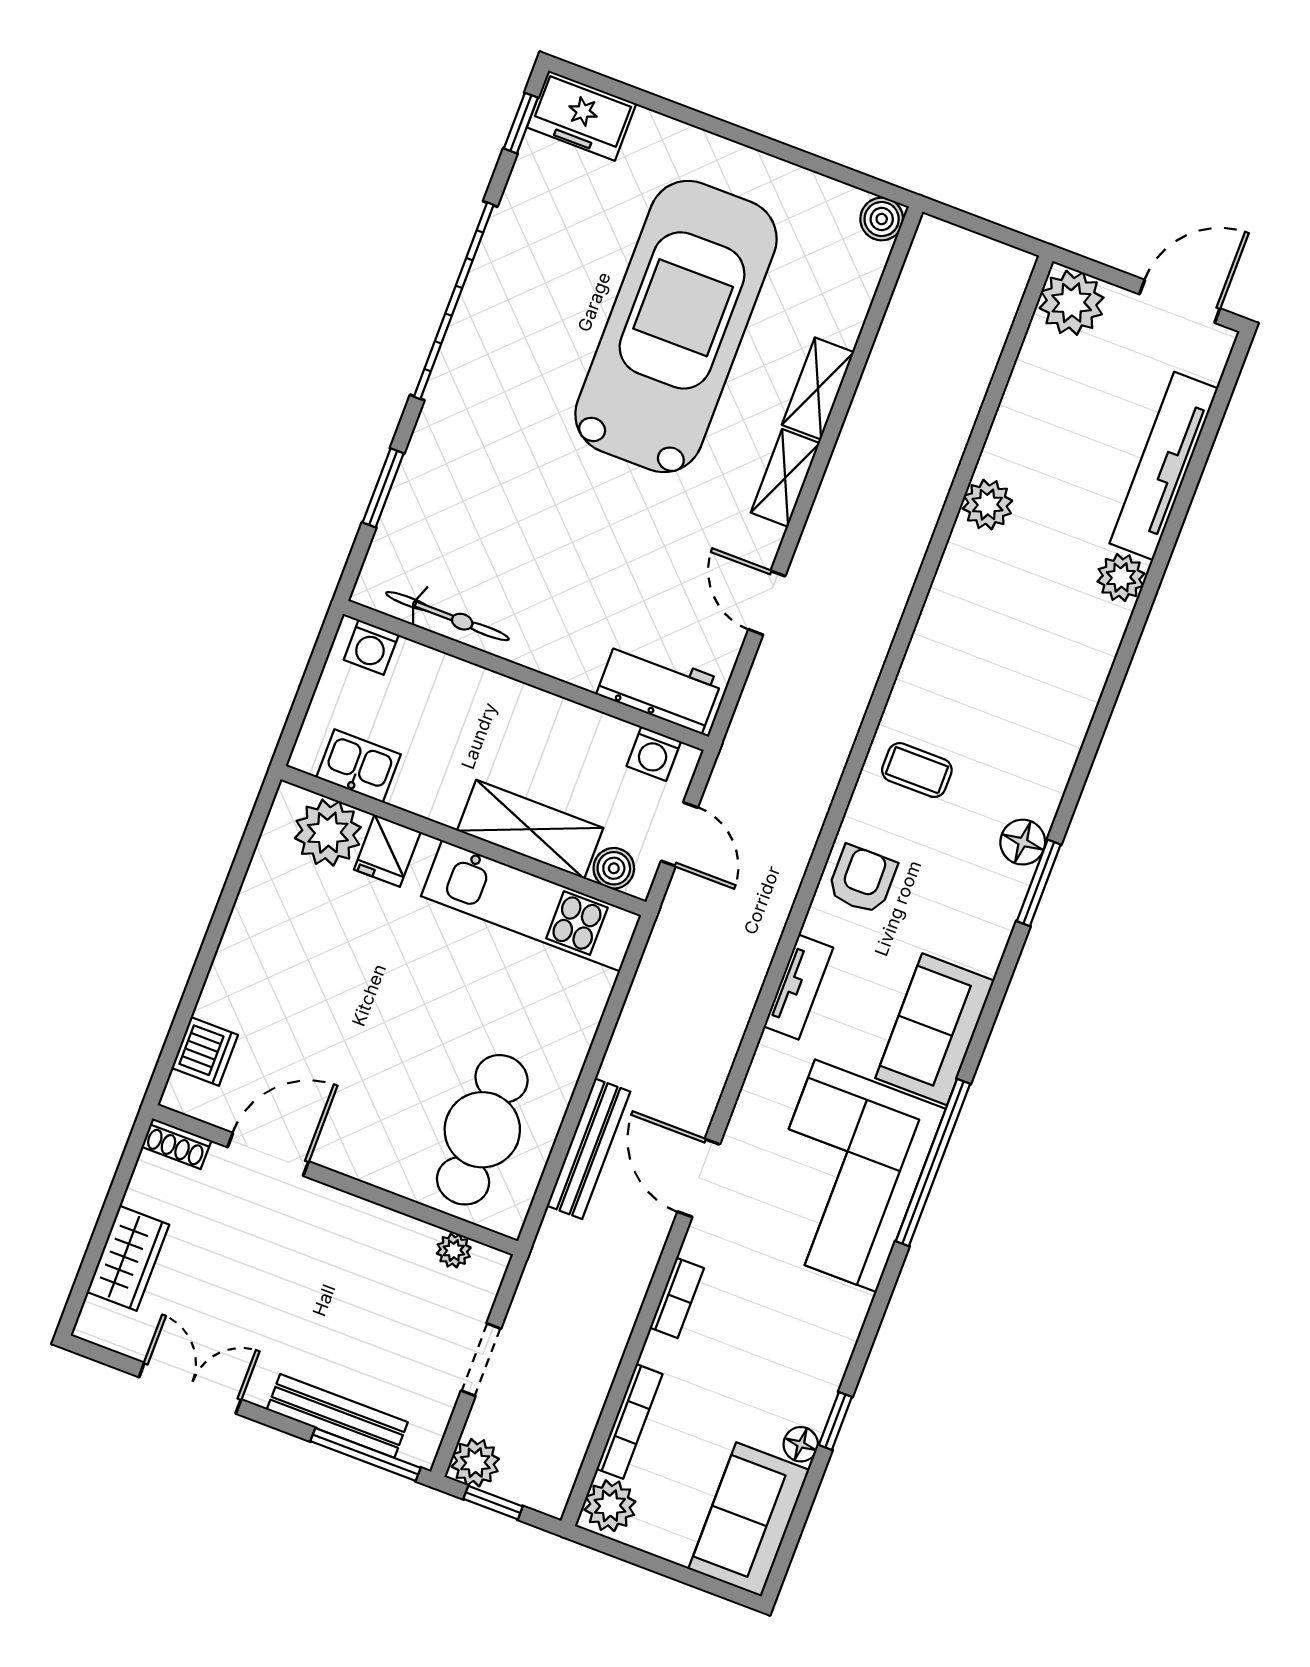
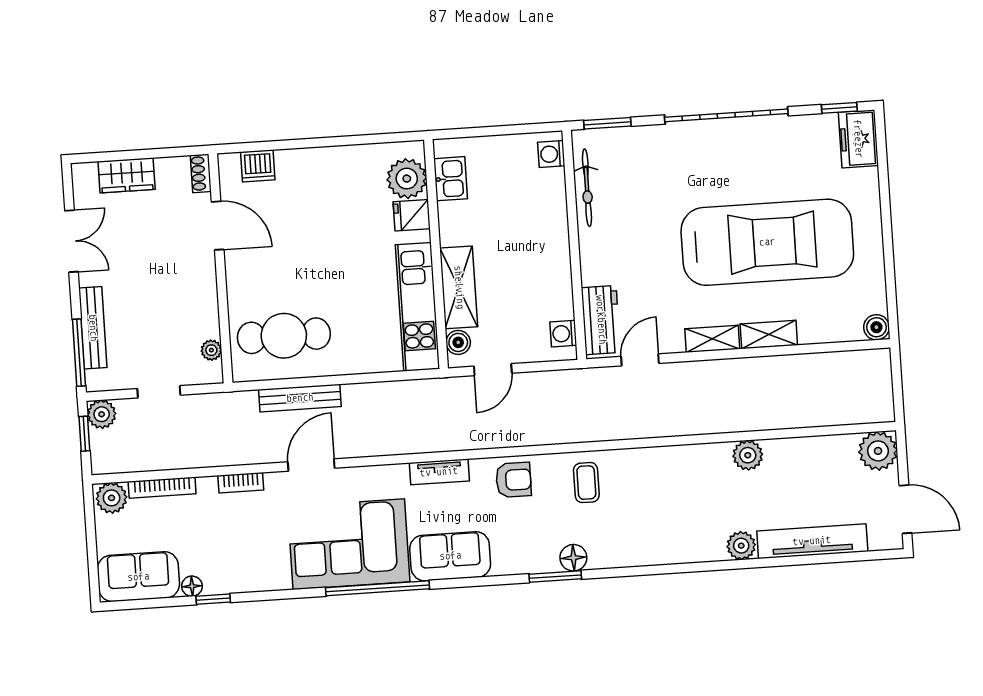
bicycle: (447, 616) -> (587, 188), moved
washing machine: (371, 647) -> (551, 154), moved
wall: (526, 675) -> (574, 245), moved
workbench: (659, 687) -> (601, 320), moved
washing machine: (654, 754) -> (563, 334), moved

